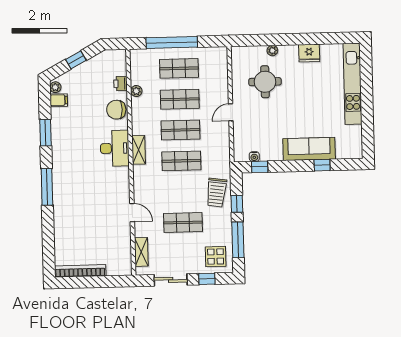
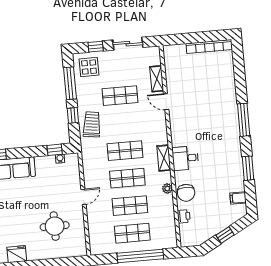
plant: (272, 51) -> (50, 254), removed
plant: (55, 87) -> (242, 209), removed
plant: (136, 91) -> (167, 188), moved
chair: (116, 110) -> (186, 193), turned 90
desk: (115, 148) -> (185, 158), width x0.73
shelving: (141, 252) -> (157, 79), moved

